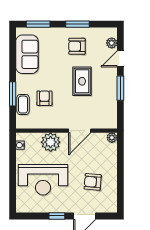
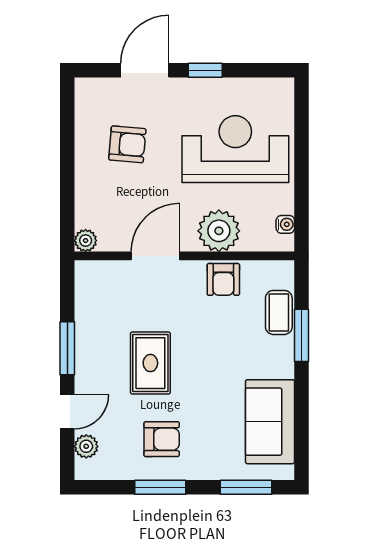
armchair: (44, 98) -> (223, 279), moved

